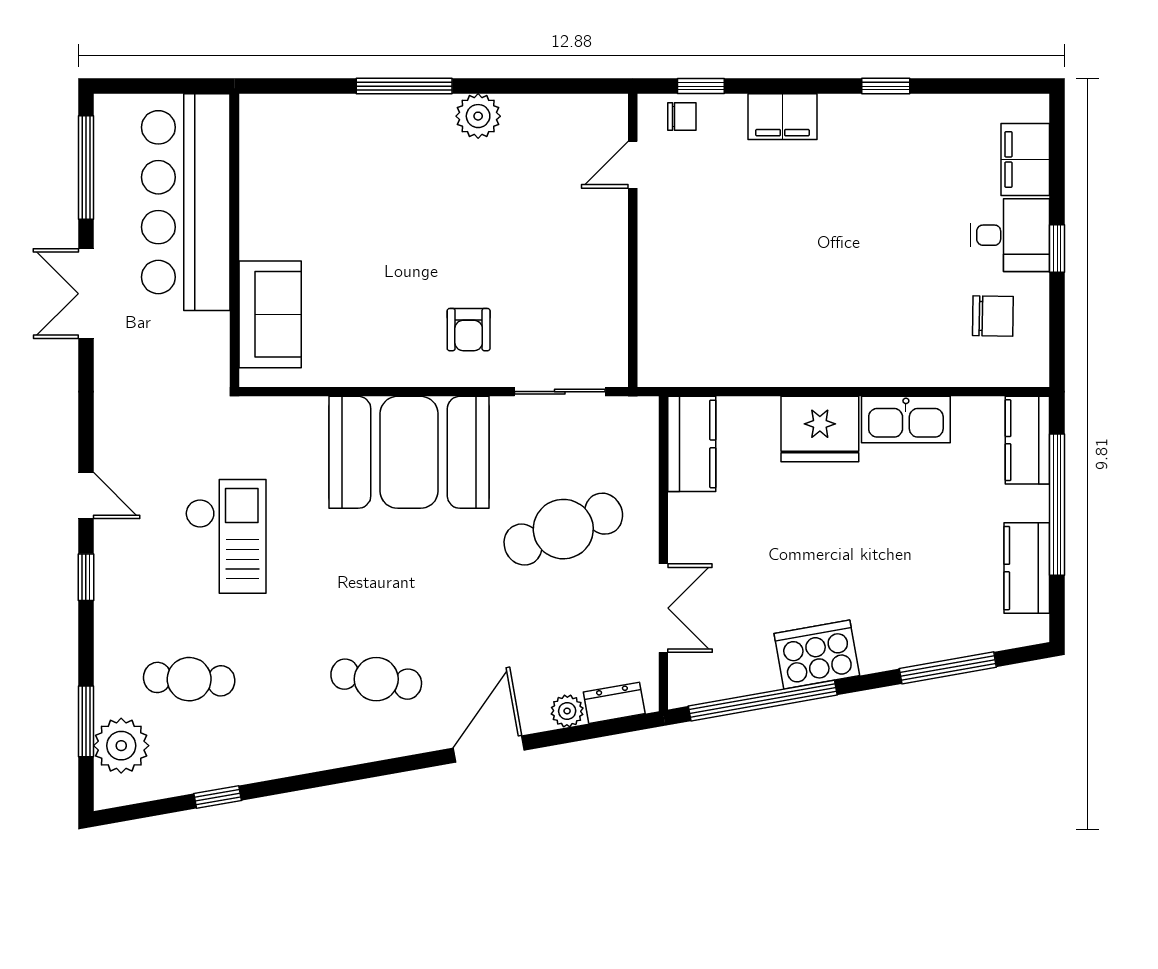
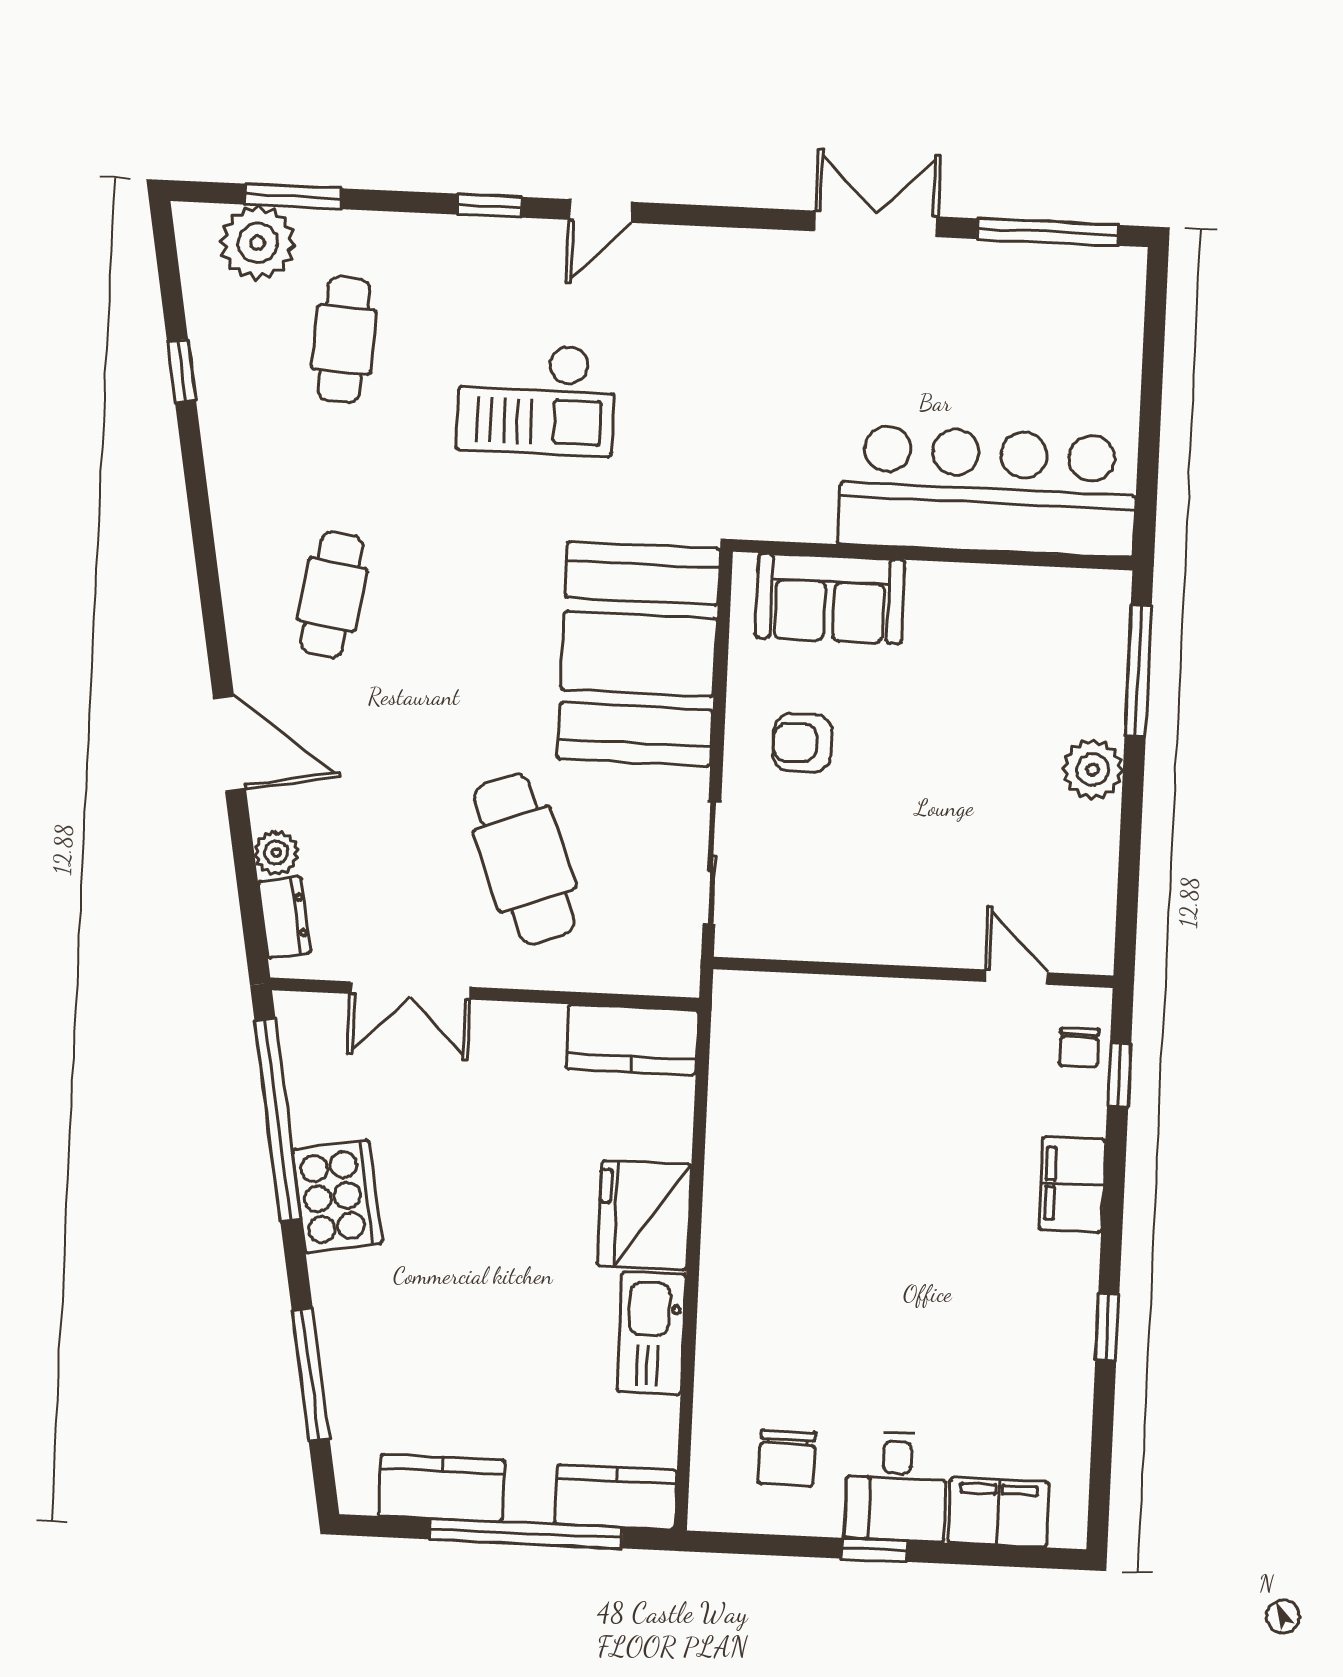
bar counter: (186, 202) -> (988, 491), moved
wall: (235, 240) -> (933, 555), moved
sofa: (270, 314) -> (830, 599), moved

